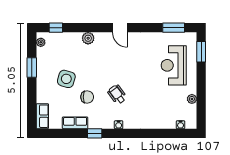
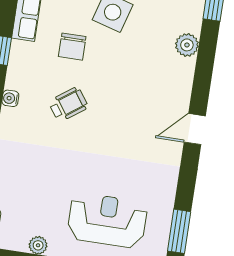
plant: (88, 38) -> (187, 45), moved

